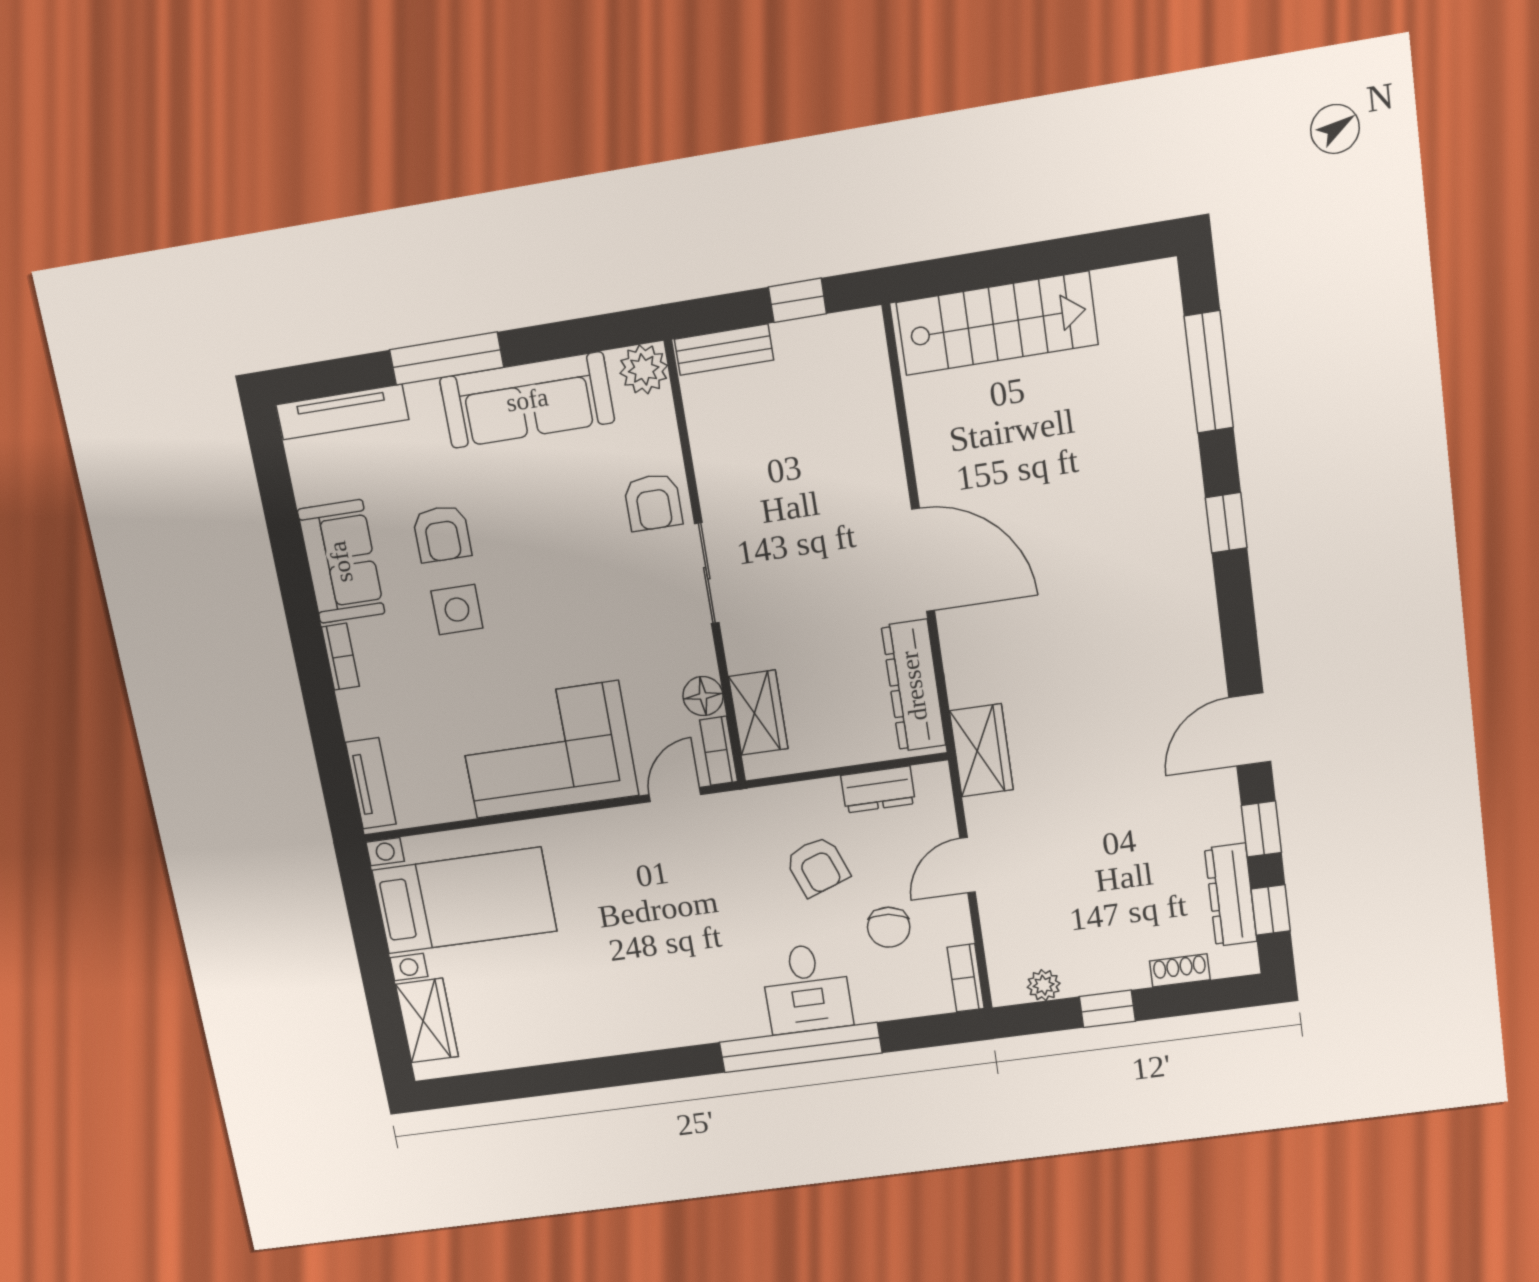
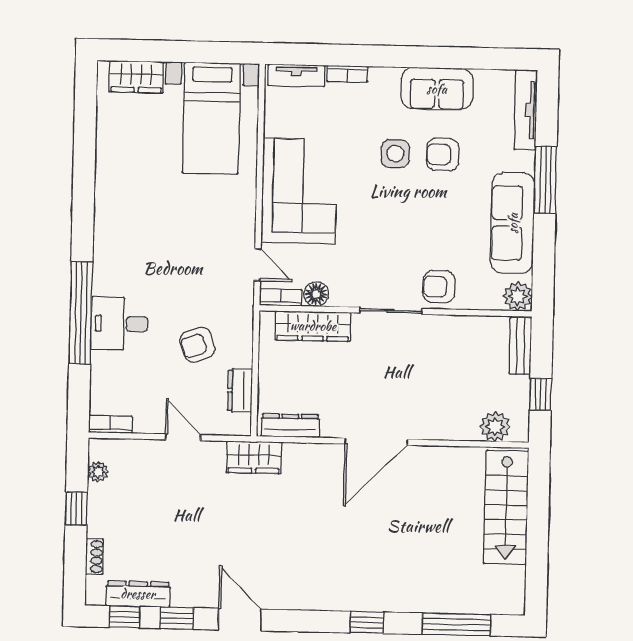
plant: (865, 367) -> (495, 427), added
bookcase: (340, 657) -> (347, 74), moved
dresser: (914, 686) -> (290, 426), width x0.73, depth x0.80
wardrobe: (758, 713) -> (313, 326), width x1.50
chair: (889, 927) -> (151, 382), removed

